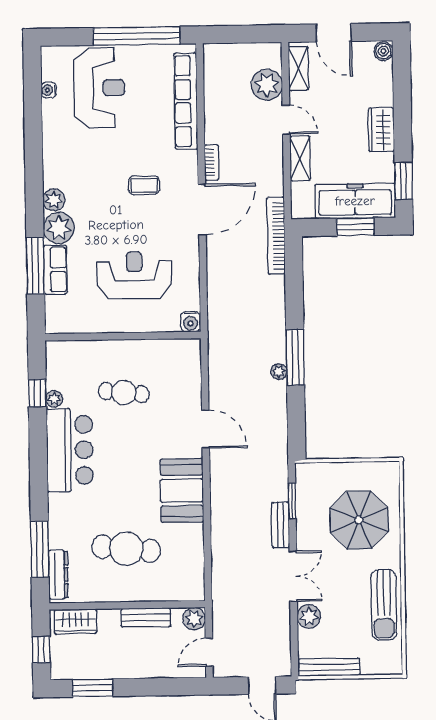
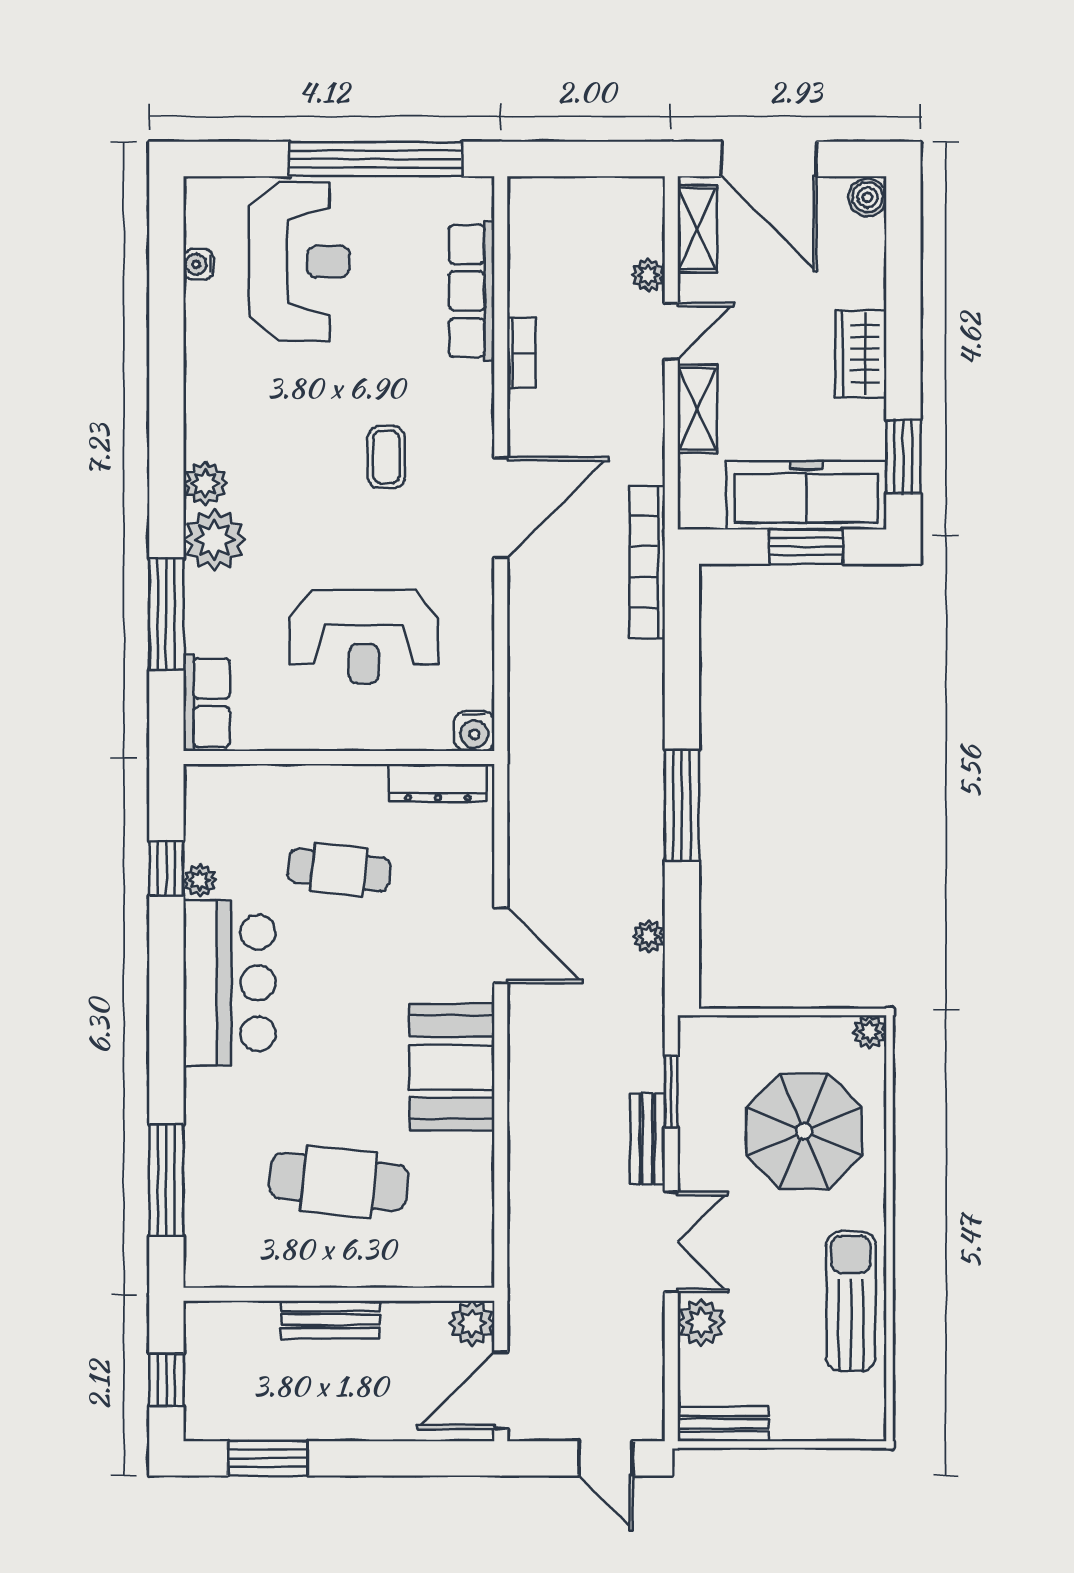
door: (334, 33) -> (769, 159), width x1.36
plant: (267, 85) -> (648, 275), width x0.53, depth x0.53
row of seats: (186, 101) -> (472, 291), width x0.73
door: (286, 120) -> (671, 331), hinge flipped
bookcase: (212, 162) -> (521, 353), moved
coffee table: (144, 185) -> (386, 457), turned 90
row of seats: (56, 270) -> (207, 703), moved
reception desk: (134, 275) -> (364, 636), turned 180
plant: (279, 372) -> (649, 936), moved
plant: (391, 470) -> (870, 1032), added
dresser: (58, 575) -> (438, 783), moved, turned 90
sun lounger: (384, 605) -> (851, 1301), turned 180
bench: (146, 618) -> (331, 1320), moved
wardrobe: (75, 622) -> (235, 1325), removed
door: (209, 652) -> (501, 1390), width x1.38
bench: (329, 667) -> (723, 1424), width x0.73

